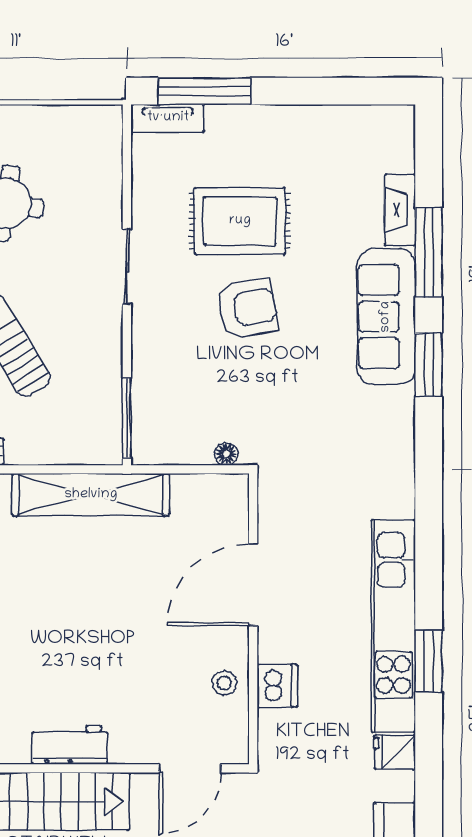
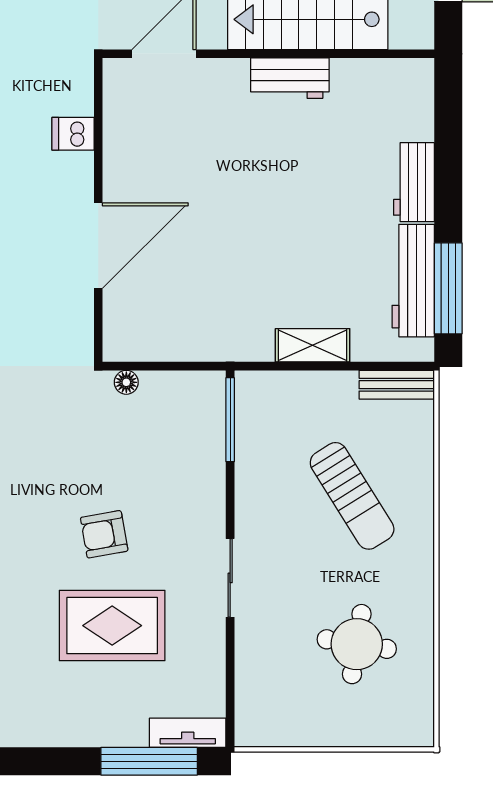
armchair: (248, 308) -> (104, 534), width x0.72, depth x0.72
shelving: (91, 495) -> (313, 345), width x0.45, depth x0.75
stool: (224, 683) -> (128, 143), removed
dishwasher: (277, 686) -> (73, 134), width x0.73

